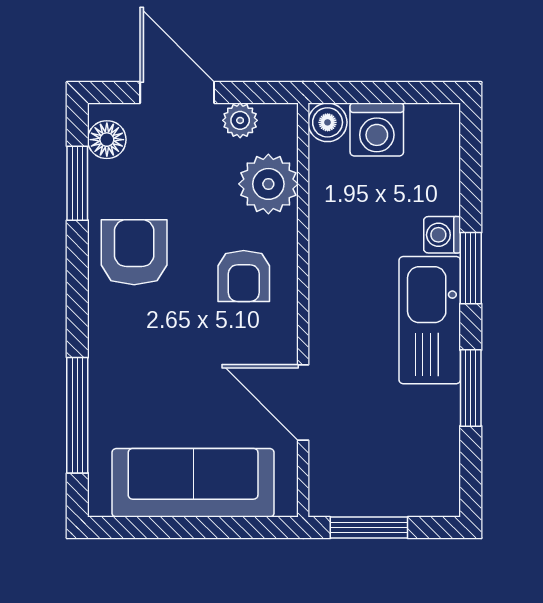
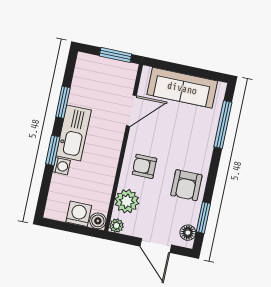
plant: (240, 120) -> (116, 226), moved
armchair: (244, 276) -> (144, 166), turned -90
door: (303, 402) -> (131, 111), hinge flipped

